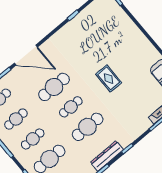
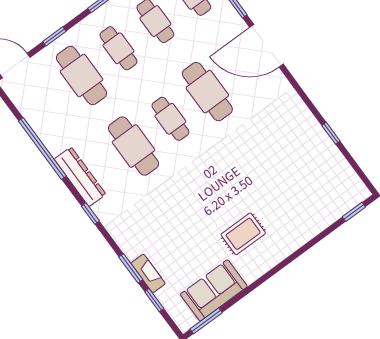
door: (26, 55) -> (266, 46), hinge flipped
rug: (109, 78) -> (243, 234), moved

